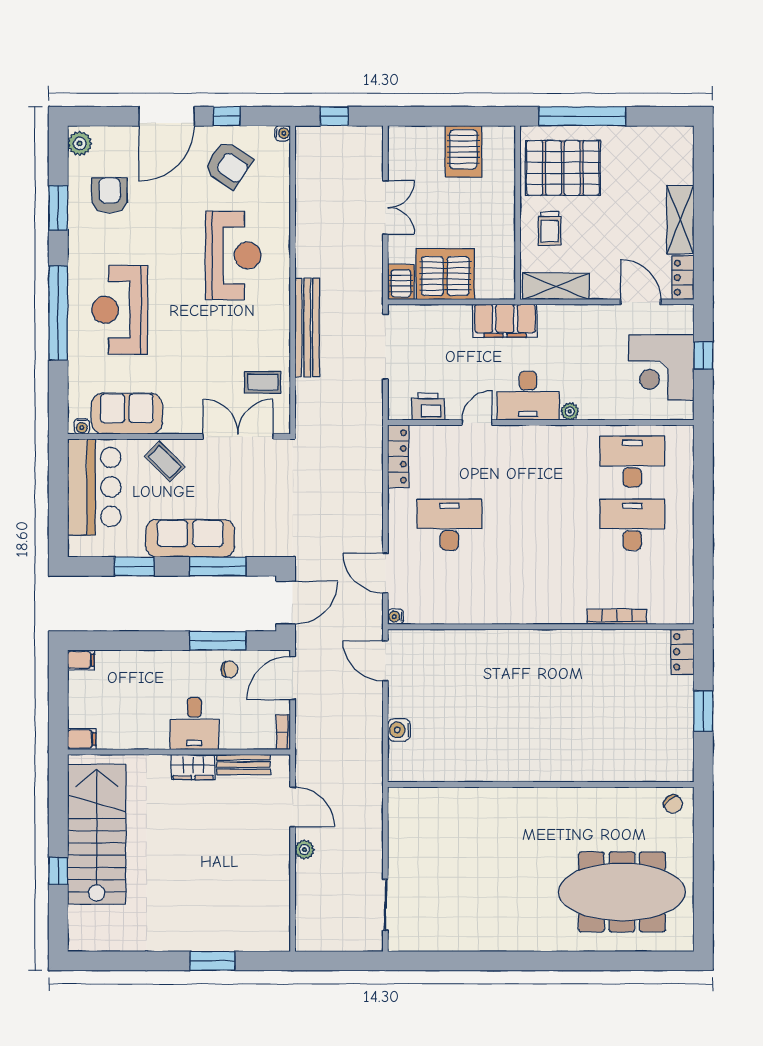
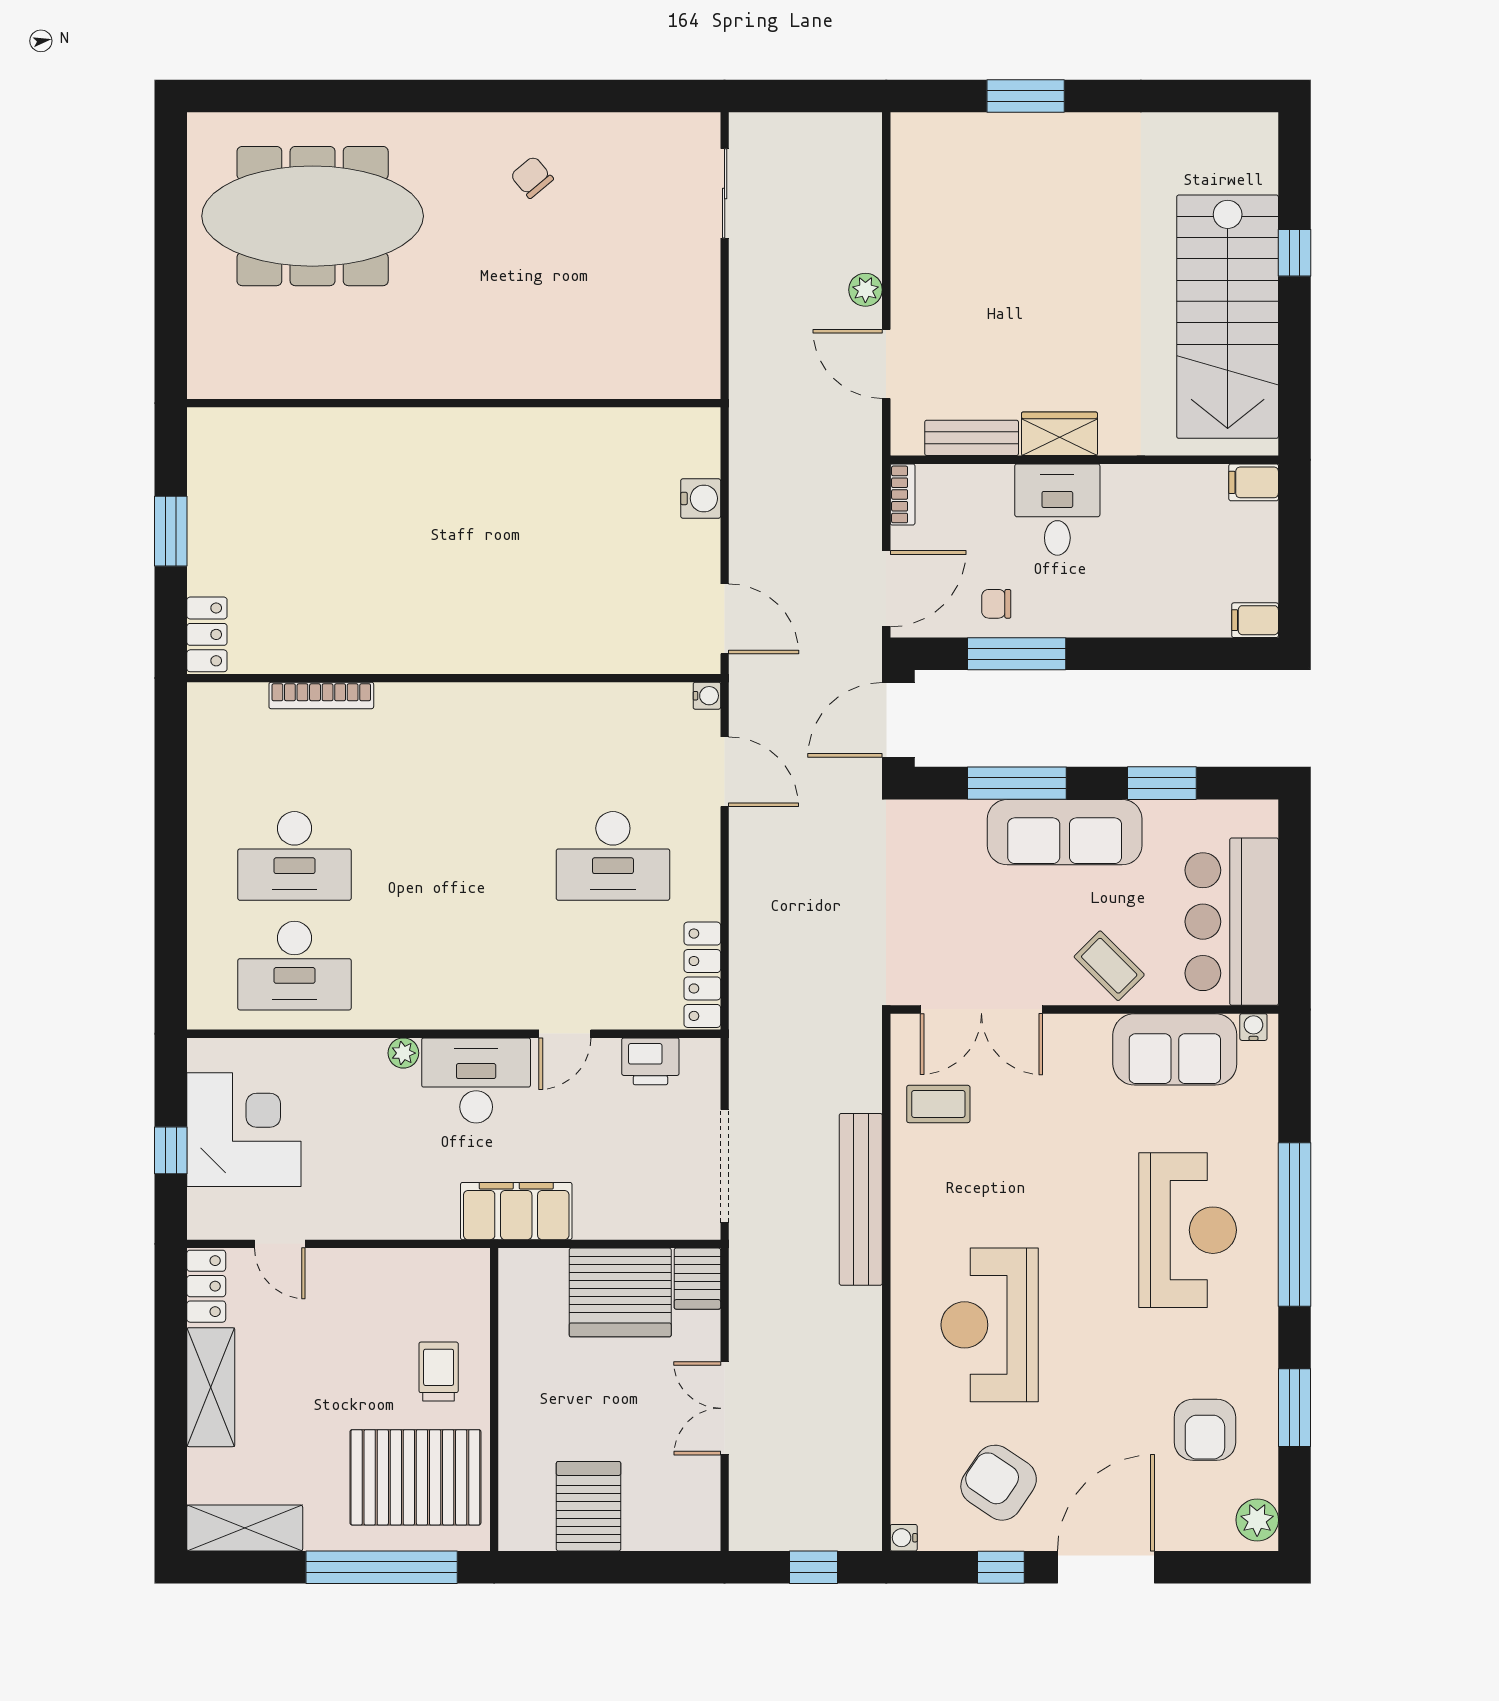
shelving: (556, 286) -> (245, 1528), moved
door: (641, 302) -> (280, 1244), width x0.73
chair: (673, 804) -> (532, 177), moved

